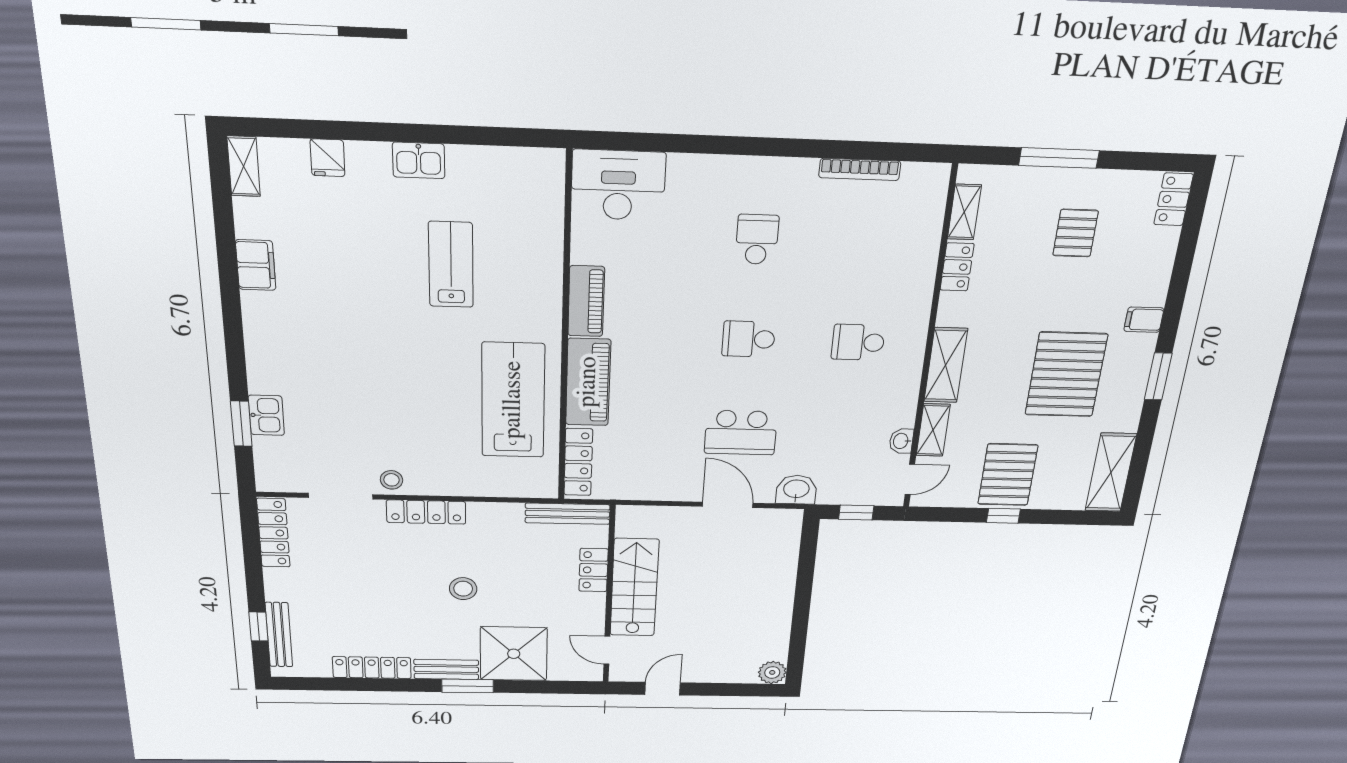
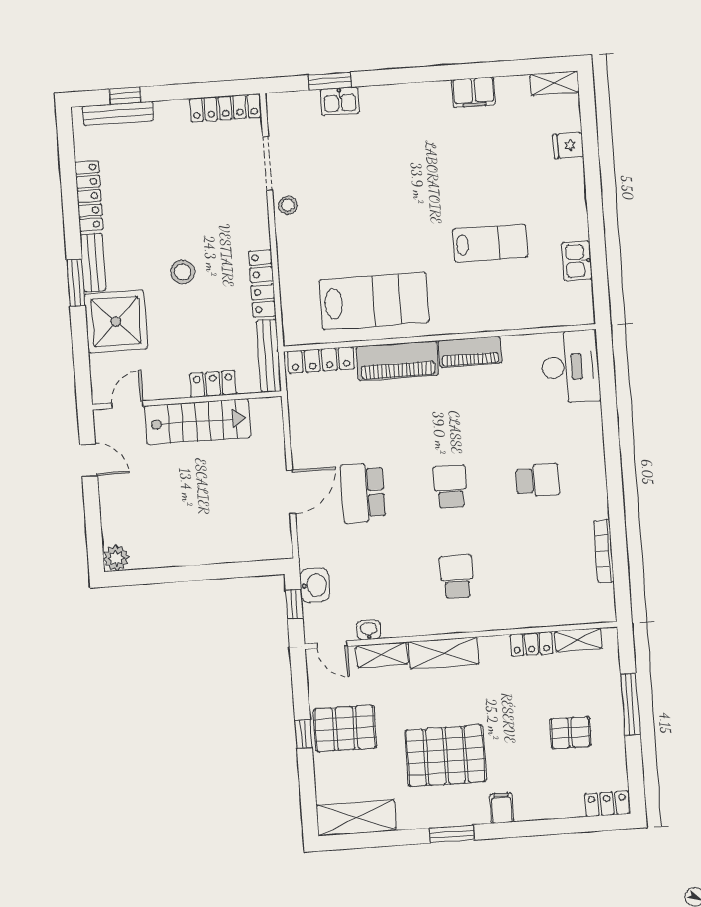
kitchen sink: (419, 160) -> (577, 261), moved
washbasin: (796, 490) -> (315, 585), moved
locker: (426, 512) -> (262, 283), moved

